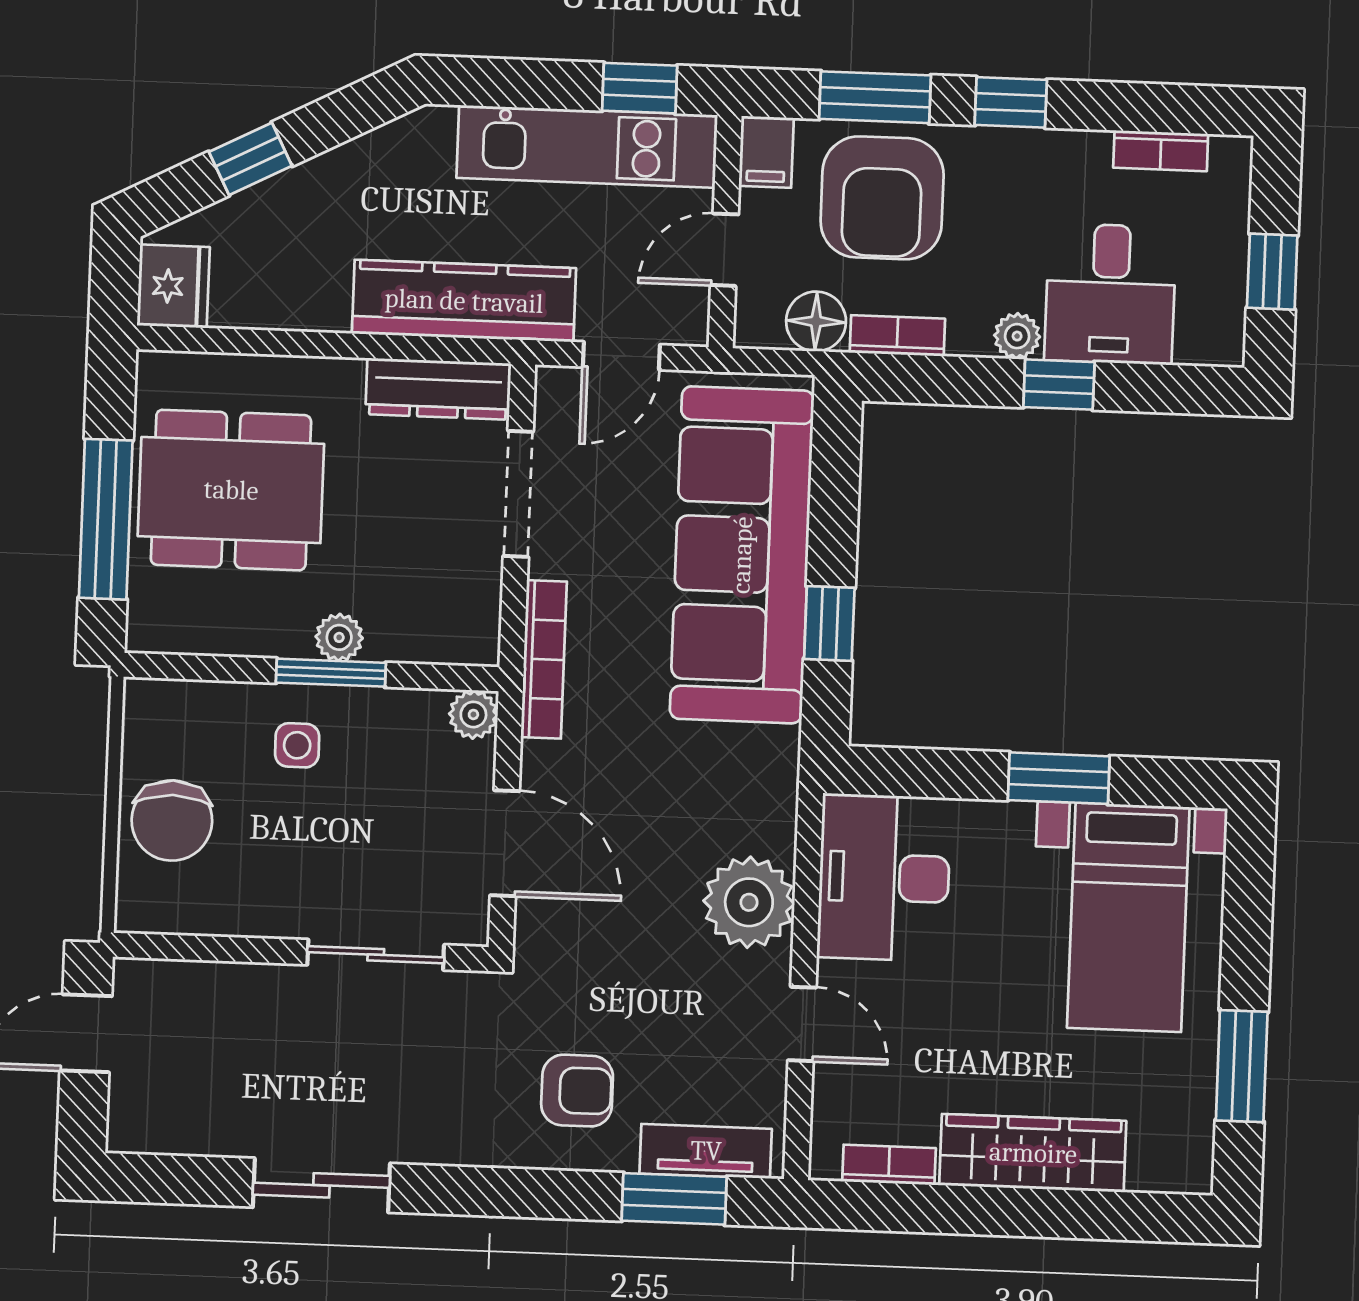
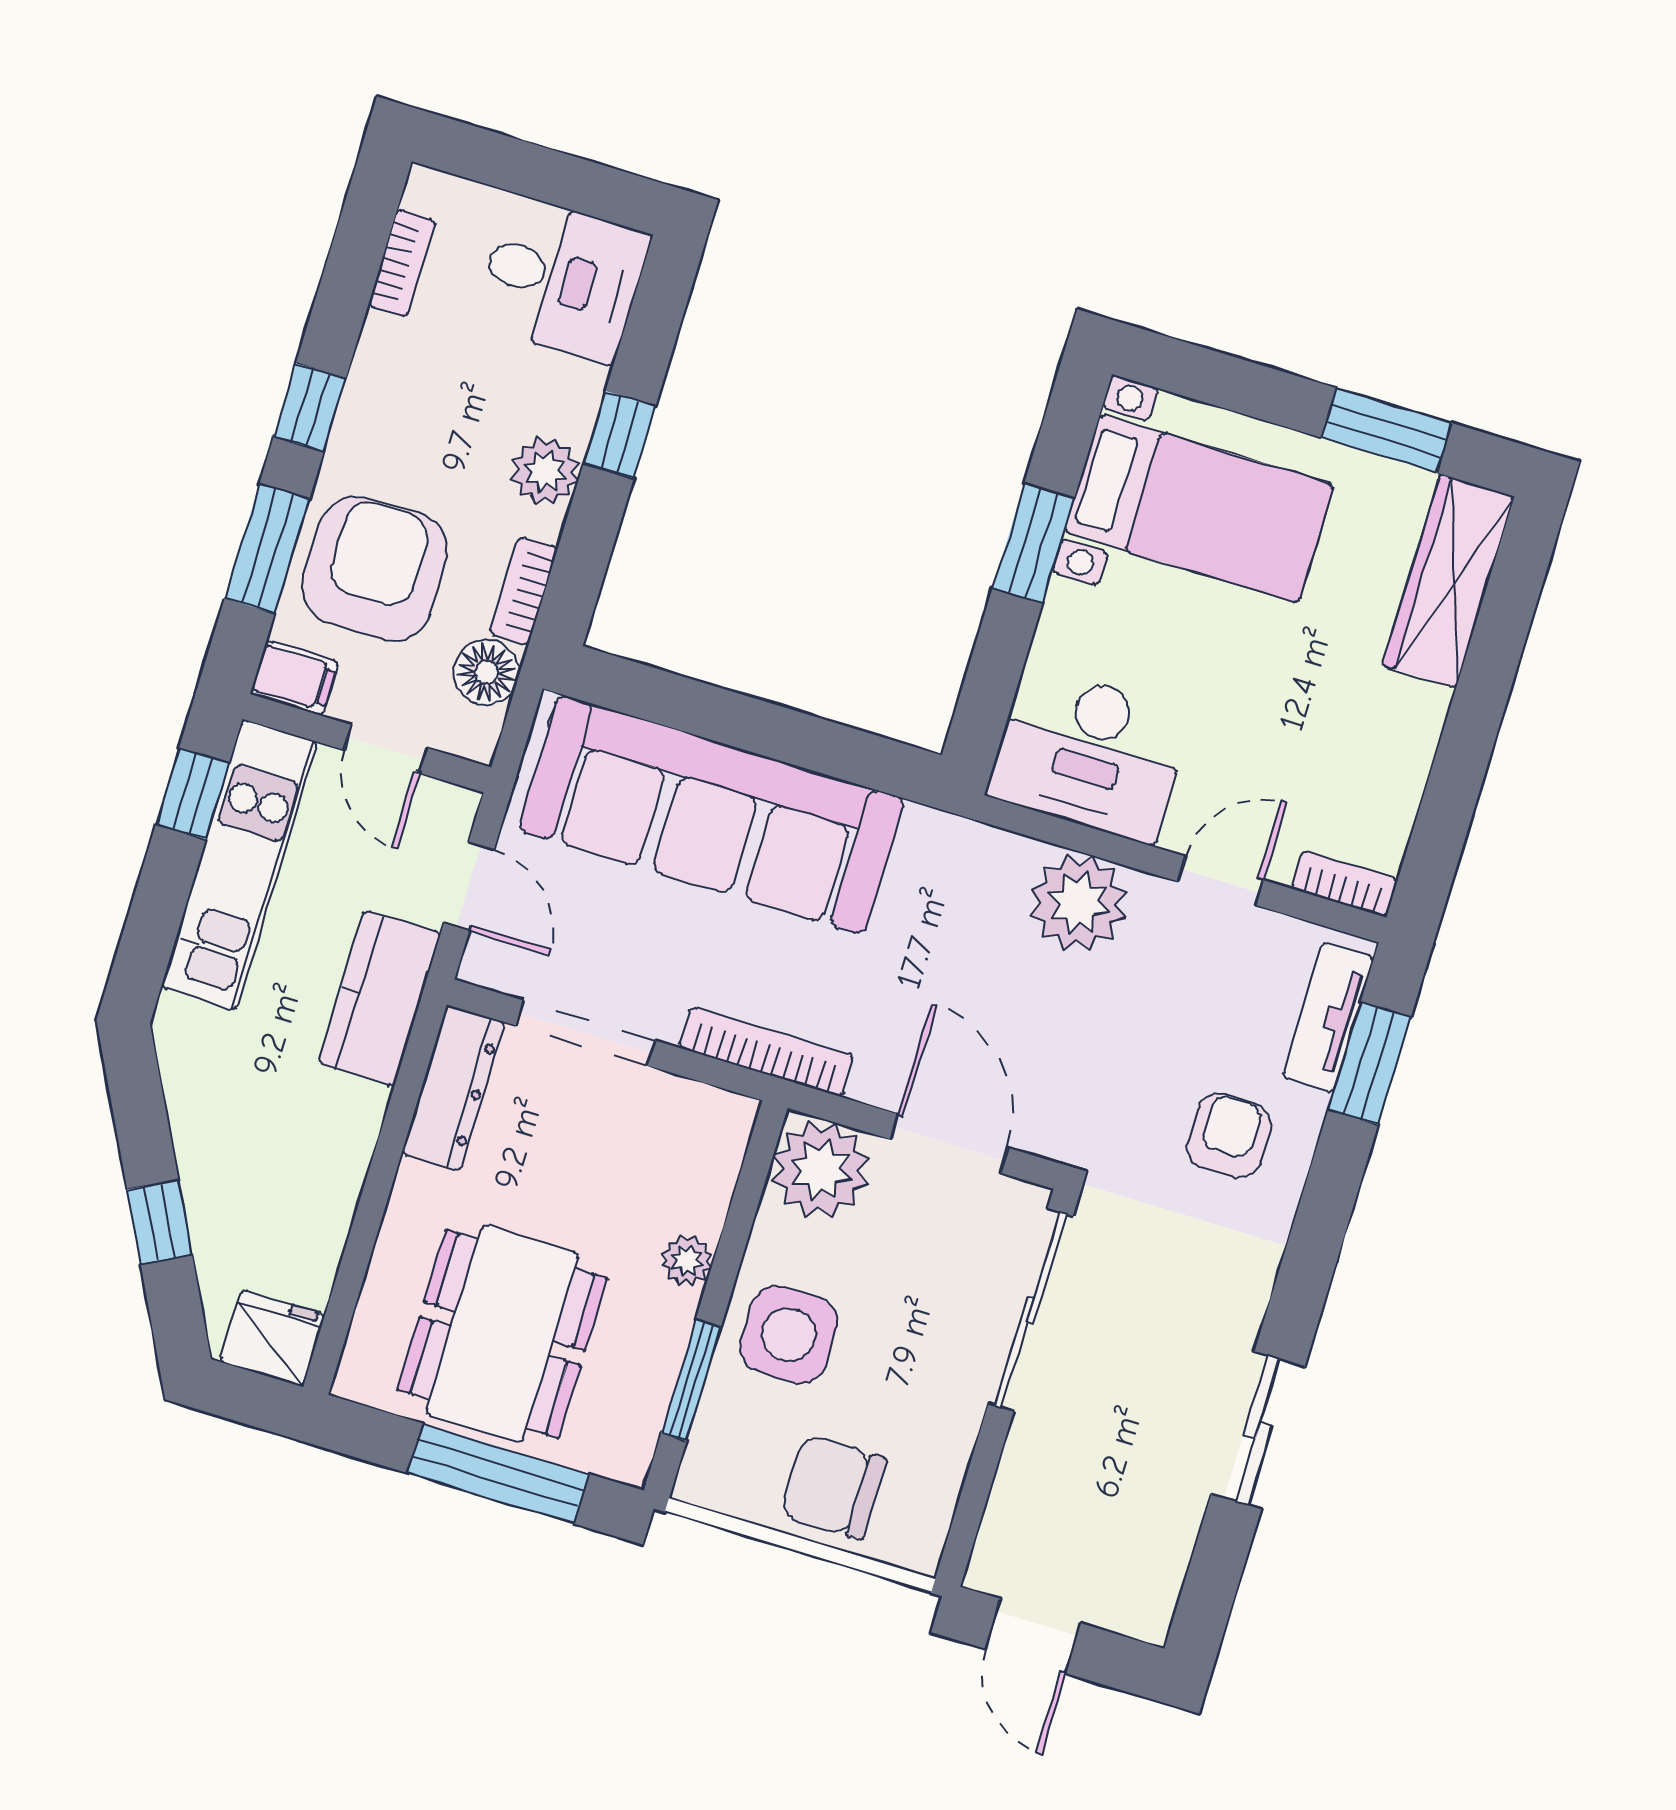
armchair: (882, 198) -> (375, 569), turned -90
window: (1272, 272) -> (560, 179), removed
desk: (1110, 294) -> (562, 279), moved
kitchen counter: (464, 301) -> (379, 998), width x0.67
plant: (1017, 336) -> (545, 471), width x1.38, depth x1.38
window: (829, 623) -> (807, 742), removed
window: (331, 673) -> (691, 1380), moved
plant: (473, 714) -> (820, 1170), width x1.88, depth x1.88
side table: (297, 745) -> (789, 1335), width x1.87, depth x1.87
chair: (172, 821) -> (833, 1487), turned 180
door: (505, 843) -> (949, 1143), hinge flipped
sliding door: (376, 955) -> (1031, 1310), width x1.37
wardrobe: (1033, 1153) -> (1448, 581), moved
bookcase: (889, 1165) -> (1344, 884), moved, turned 90

